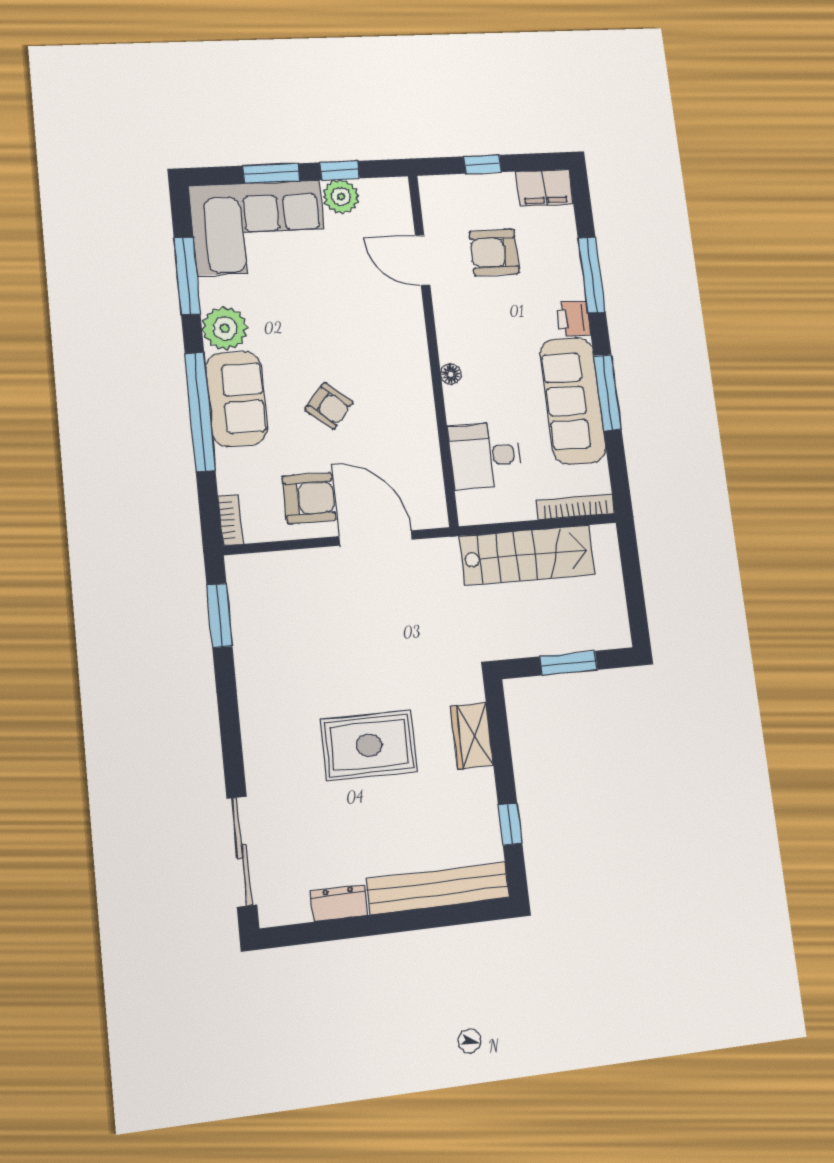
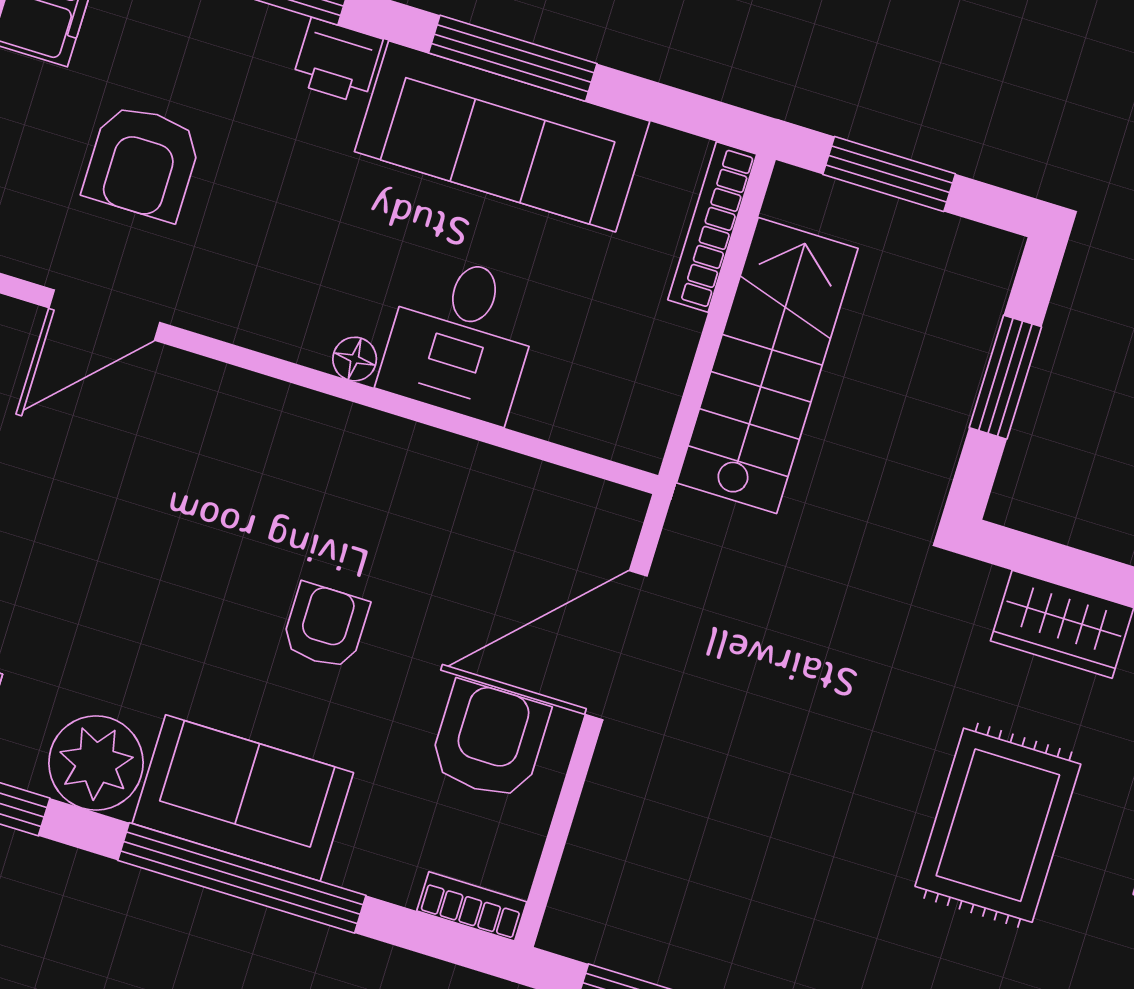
armchair: (329, 406) -> (325, 626), turned -40
desk: (485, 456) -> (461, 338), moved
window: (632, 575) -> (889, 174), added

